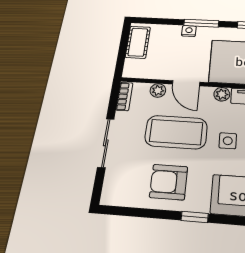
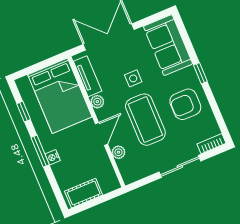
bookcase: (124, 96) -> (212, 144), moved
armchair: (169, 182) -> (185, 104), turned 90

